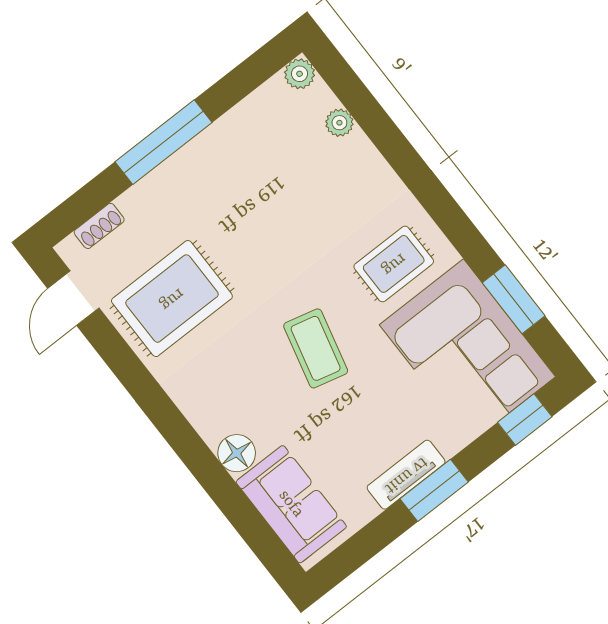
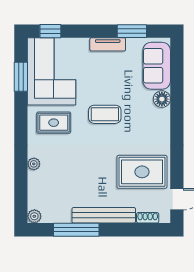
plant: (339, 123) -> (34, 164), moved
window: (164, 142) -> (76, 230), moved
bench: (180, 170) -> (104, 215), added
coffee table: (316, 348) -> (105, 114), turned 76
window: (434, 490) -> (132, 31), moved

